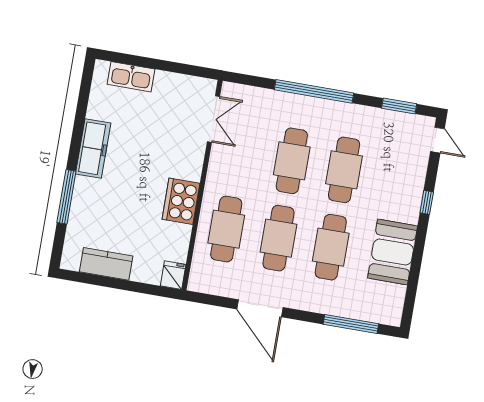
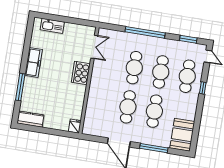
cooker: (181, 201) -> (81, 73), moved
cafe table: (226, 229) -> (187, 76), moved
booth: (393, 252) -> (182, 135), moved
kitchen counter: (106, 264) -> (30, 119), moved
window: (351, 324) -> (154, 148), moved

